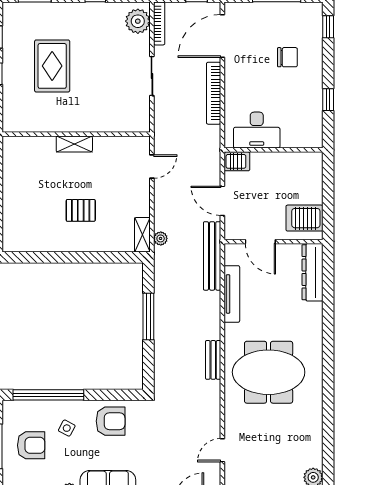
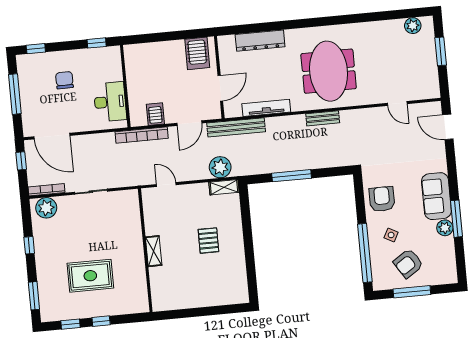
bookcase: (214, 93) -> (142, 135), moved
desk: (257, 130) -> (110, 102), moved
wall: (273, 150) -> (125, 86), moved
plant: (161, 238) -> (220, 167), width x1.88, depth x1.88
dresser: (313, 272) -> (260, 41), moved
armchair: (31, 445) -> (408, 263), turned -123

